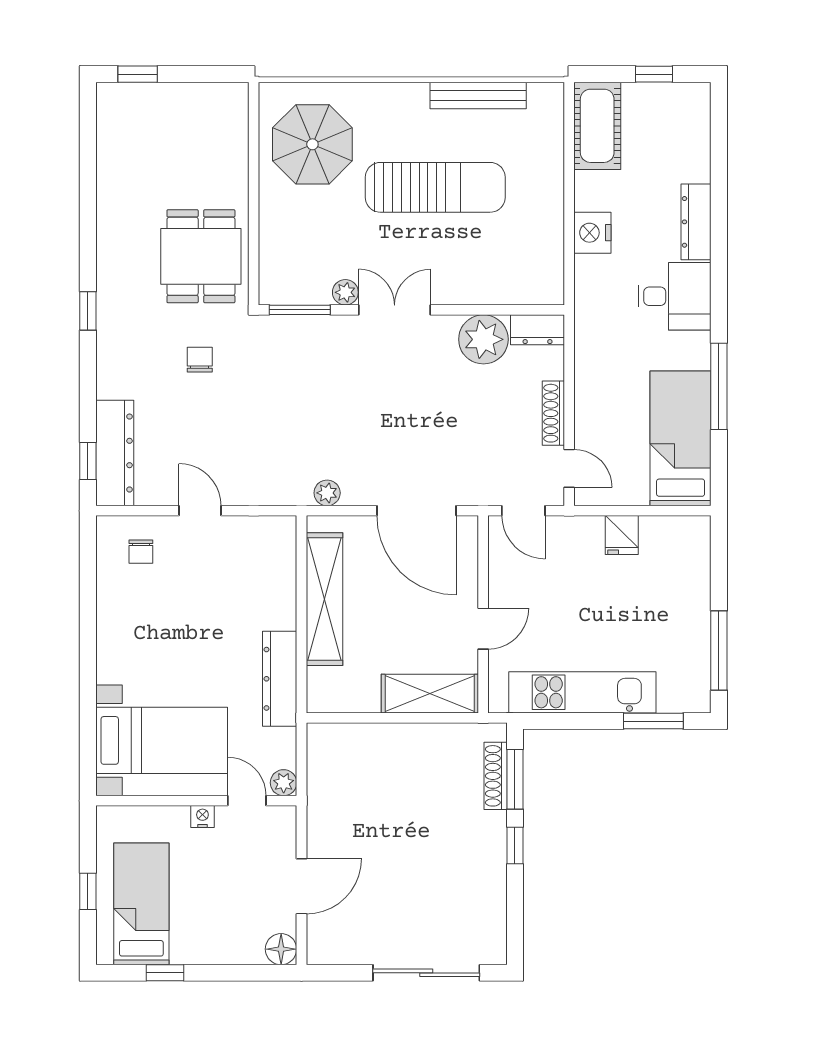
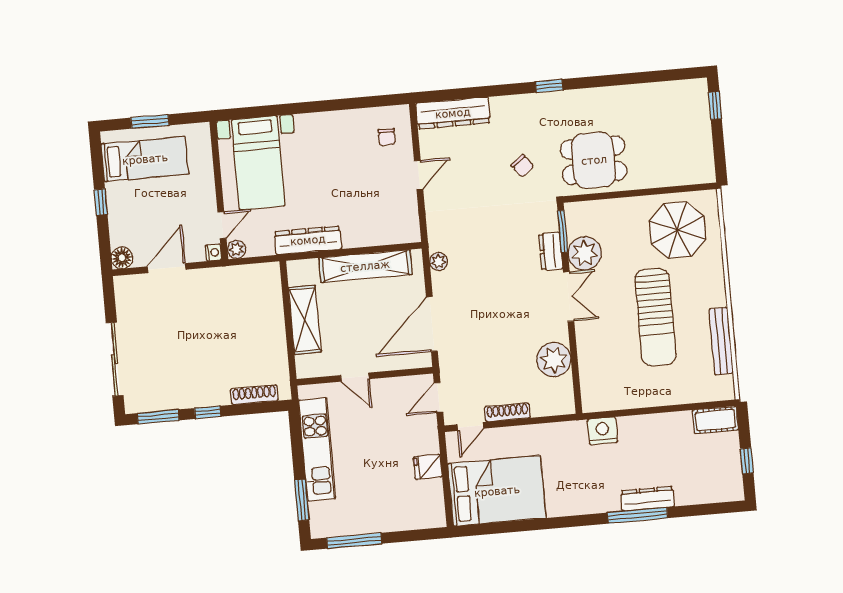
cot: (597, 126) -> (715, 420), width x0.73, depth x0.75
nightstand: (592, 233) -> (602, 431), moved
plant: (345, 292) -> (585, 253), width x1.88, depth x1.88
desk: (674, 296) -> (595, 488), removed
dresser: (538, 330) -> (551, 251), moved
chair: (200, 360) -> (522, 166), turned 52
window: (719, 386) -> (638, 515), moved
bed: (681, 438) -> (497, 491), width x1.50
window: (88, 461) -> (446, 95), removed
chair: (141, 552) -> (387, 137), turned -90
shelving: (430, 694) -> (305, 320), moved
window: (515, 779) -> (158, 417), moved
nightstand: (202, 816) -> (213, 252), moved
door: (301, 886) -> (167, 268), swing flipped
window: (88, 891) -> (150, 121), width x1.50
window: (165, 973) -> (101, 202), moved

